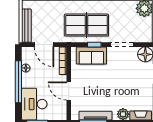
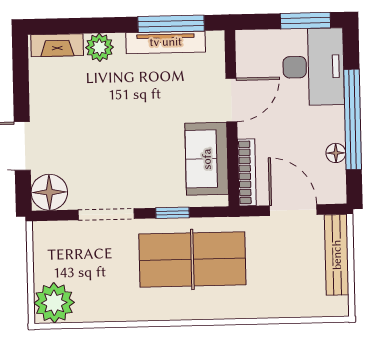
sofa: (91, 56) -> (207, 159), moved, turned -90
door: (69, 91) -> (231, 100), hinge flipped

